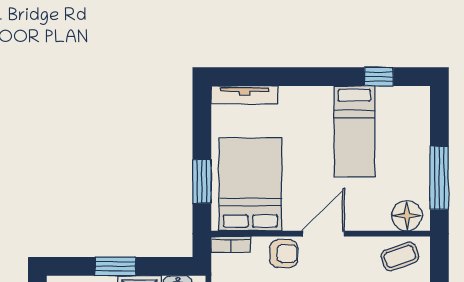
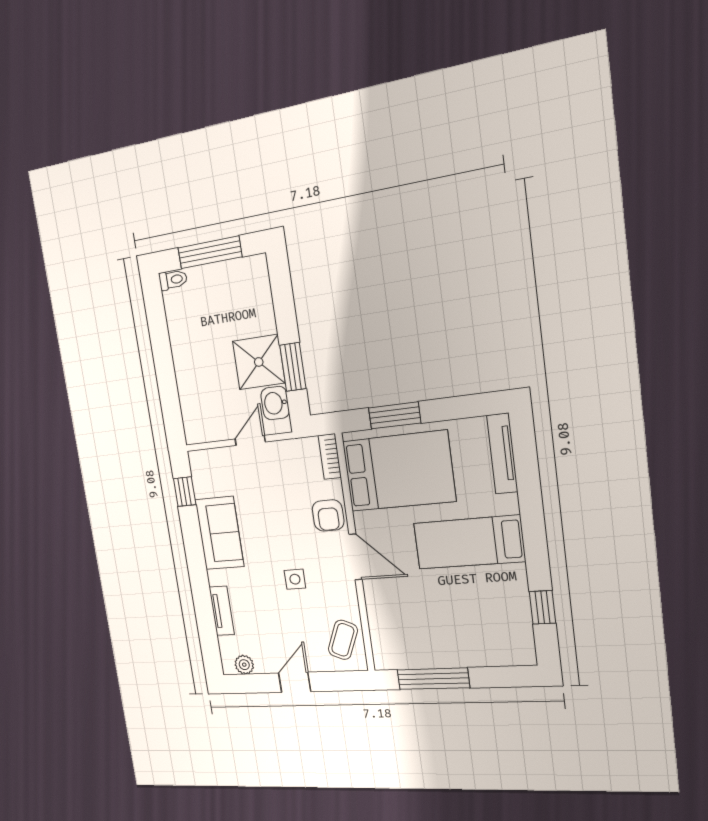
bed: (354, 131) -> (469, 542), moved
floor lamp: (407, 216) -> (387, 645), removed
coffee table: (400, 256) -> (343, 640), turned 42
window: (115, 266) -> (293, 367), moved

